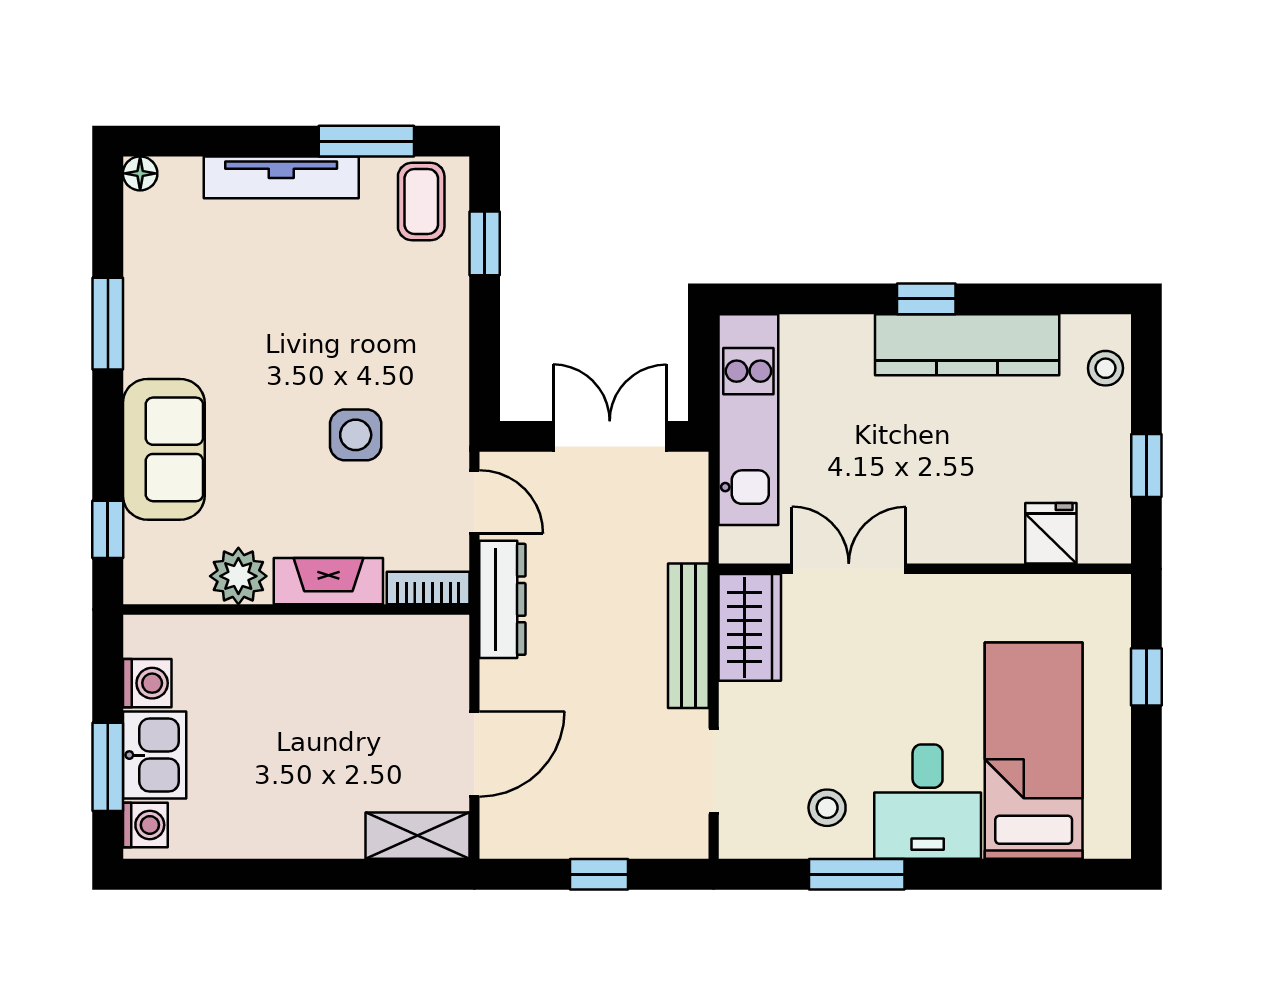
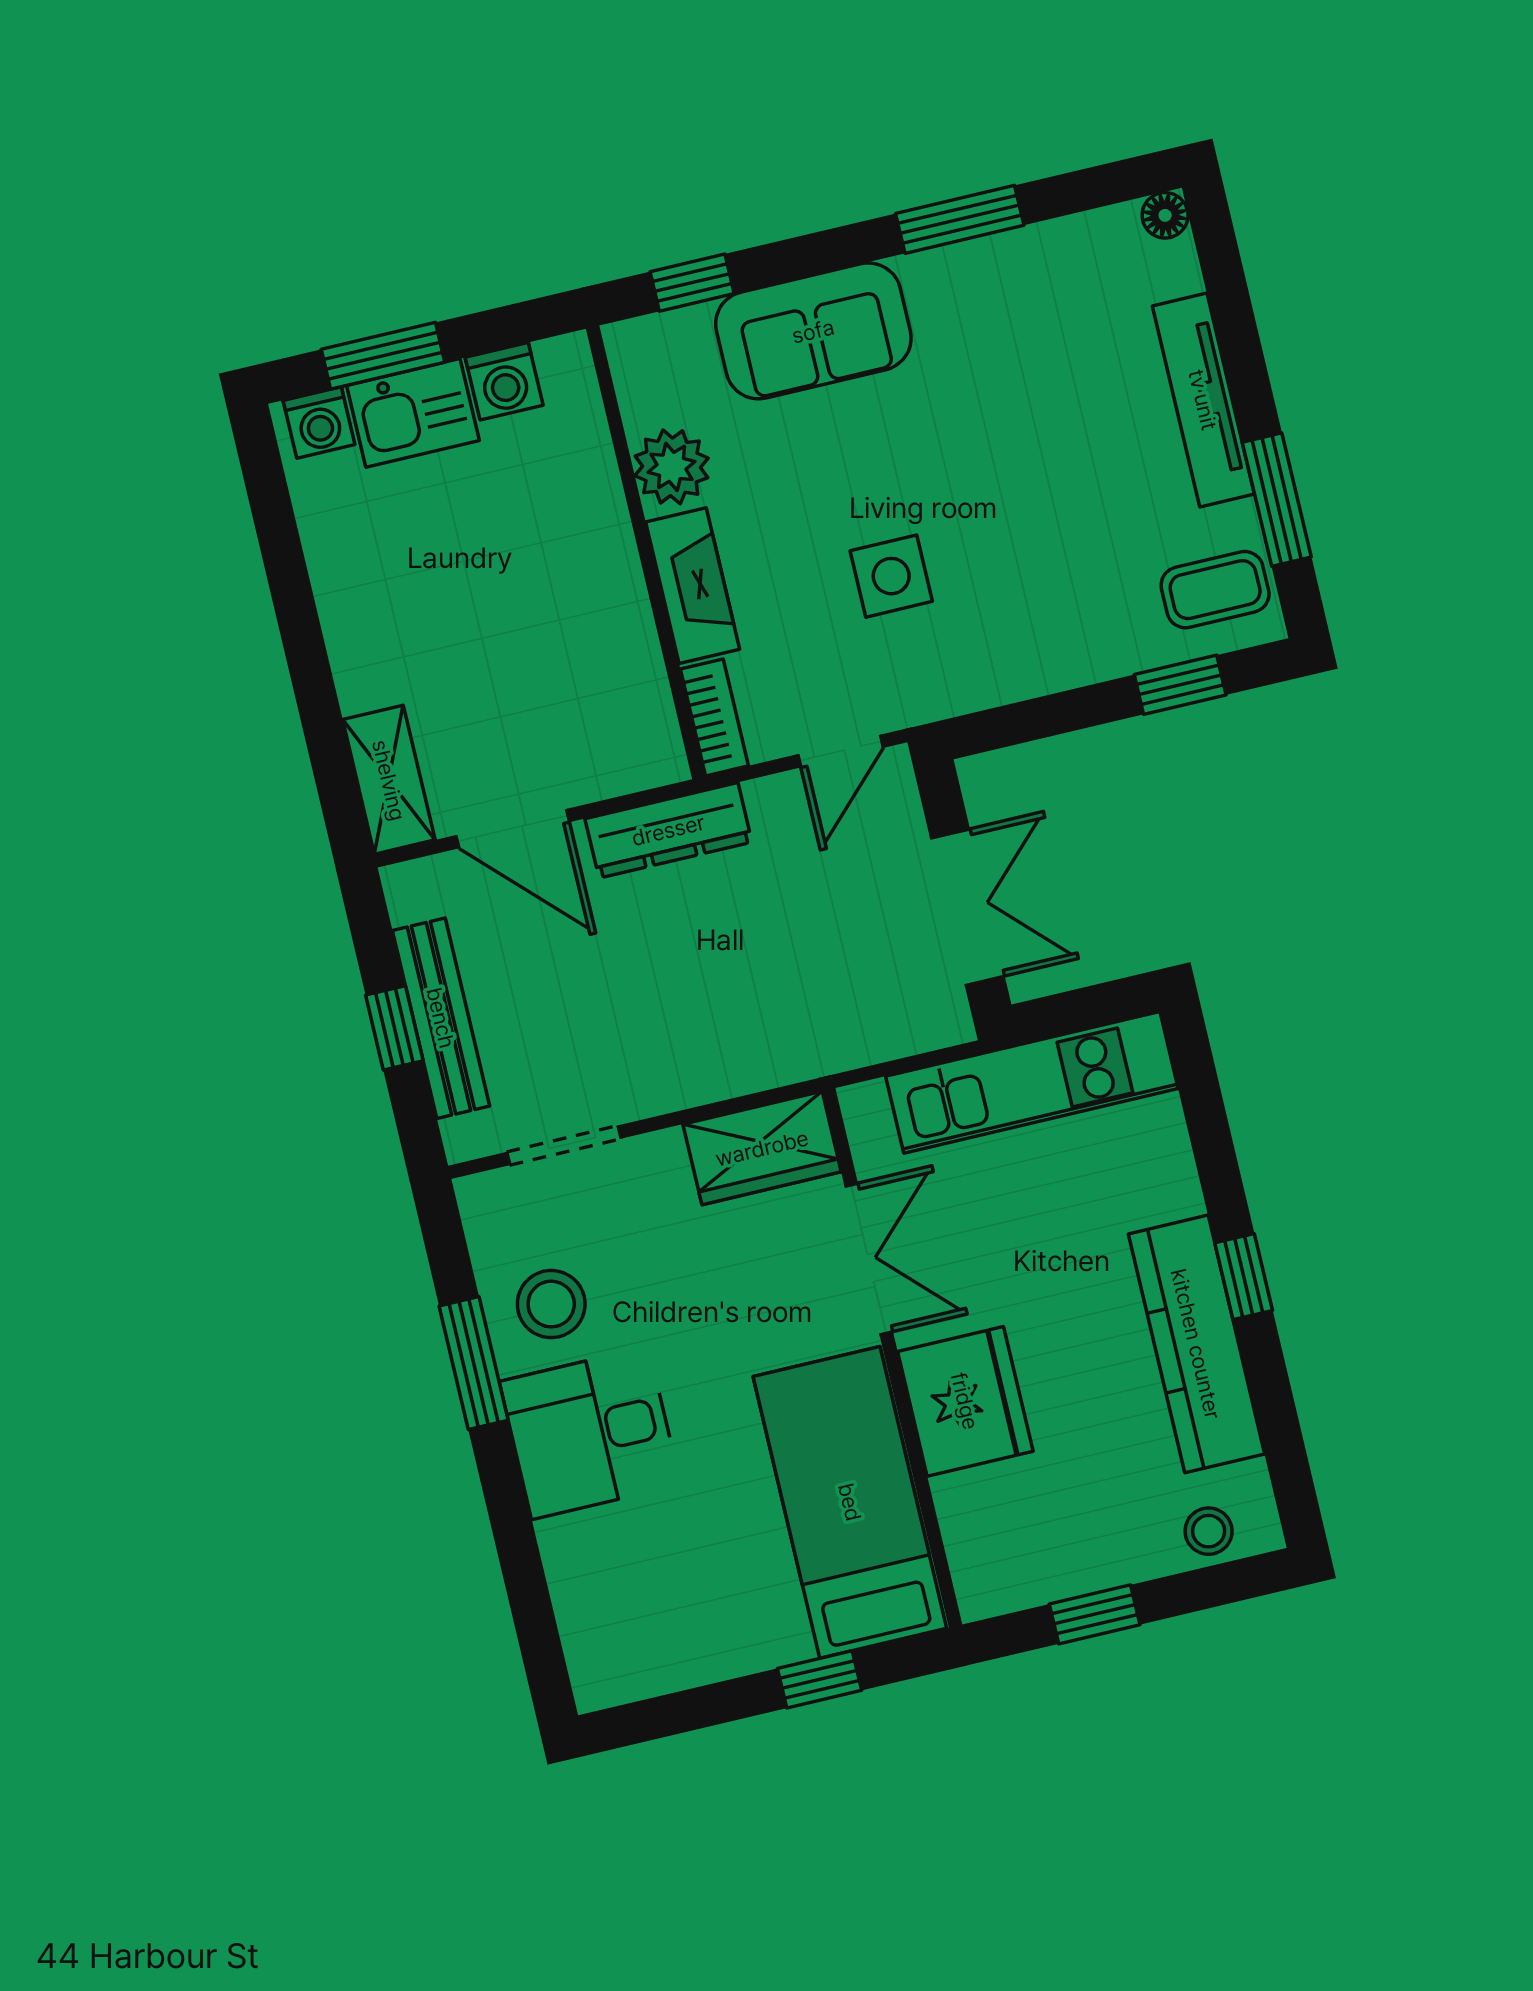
fridge: (1051, 533) -> (965, 1401), moved, width x1.88, depth x1.34
dresser: (502, 599) -> (668, 830), moved
bench: (688, 636) -> (441, 1018), moved, turned 90
bed: (1034, 751) -> (850, 1502), moved, turned -90
stool: (827, 808) -> (551, 1304), width x1.37, depth x1.37

